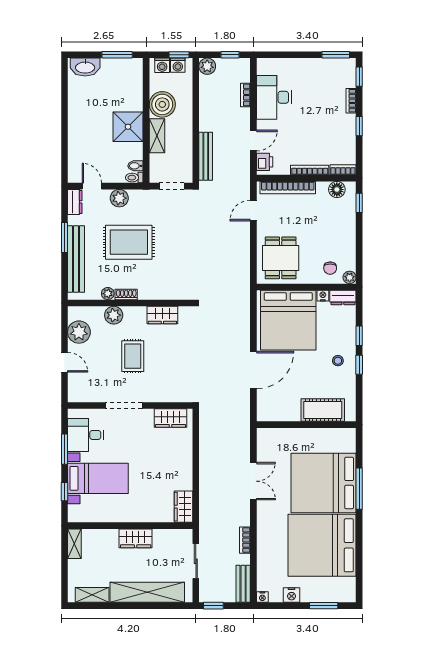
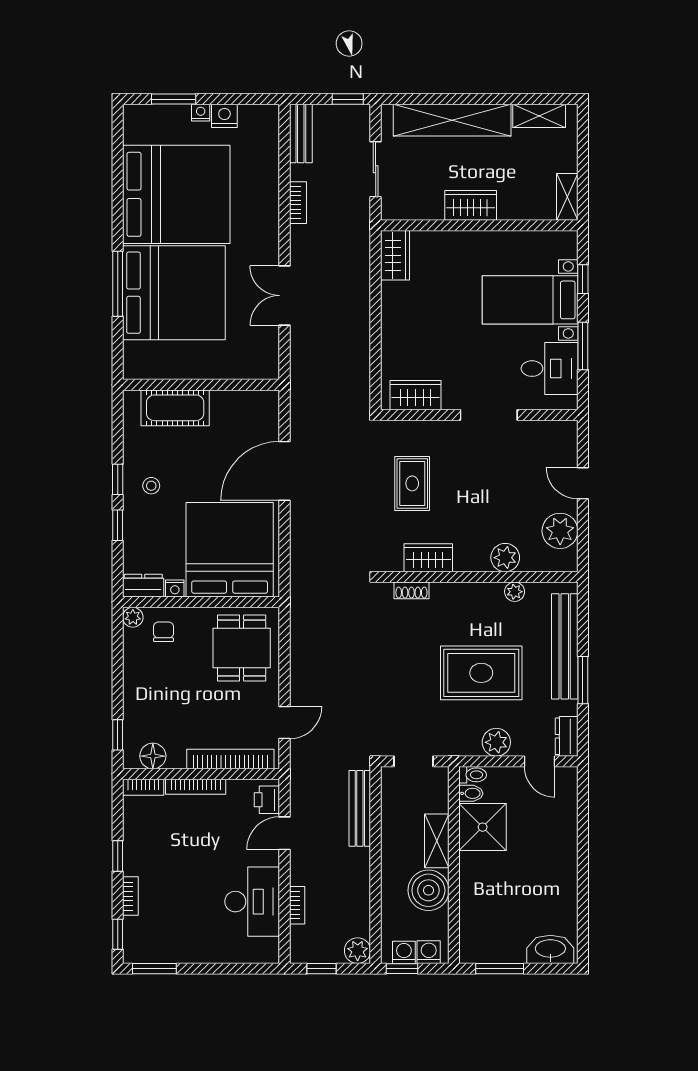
shower: (128, 127) -> (483, 827), moved
shoe rack: (126, 294) -> (411, 590), moved
rug: (133, 356) -> (412, 483), moved
nightstand: (262, 597) -> (201, 113), moved

